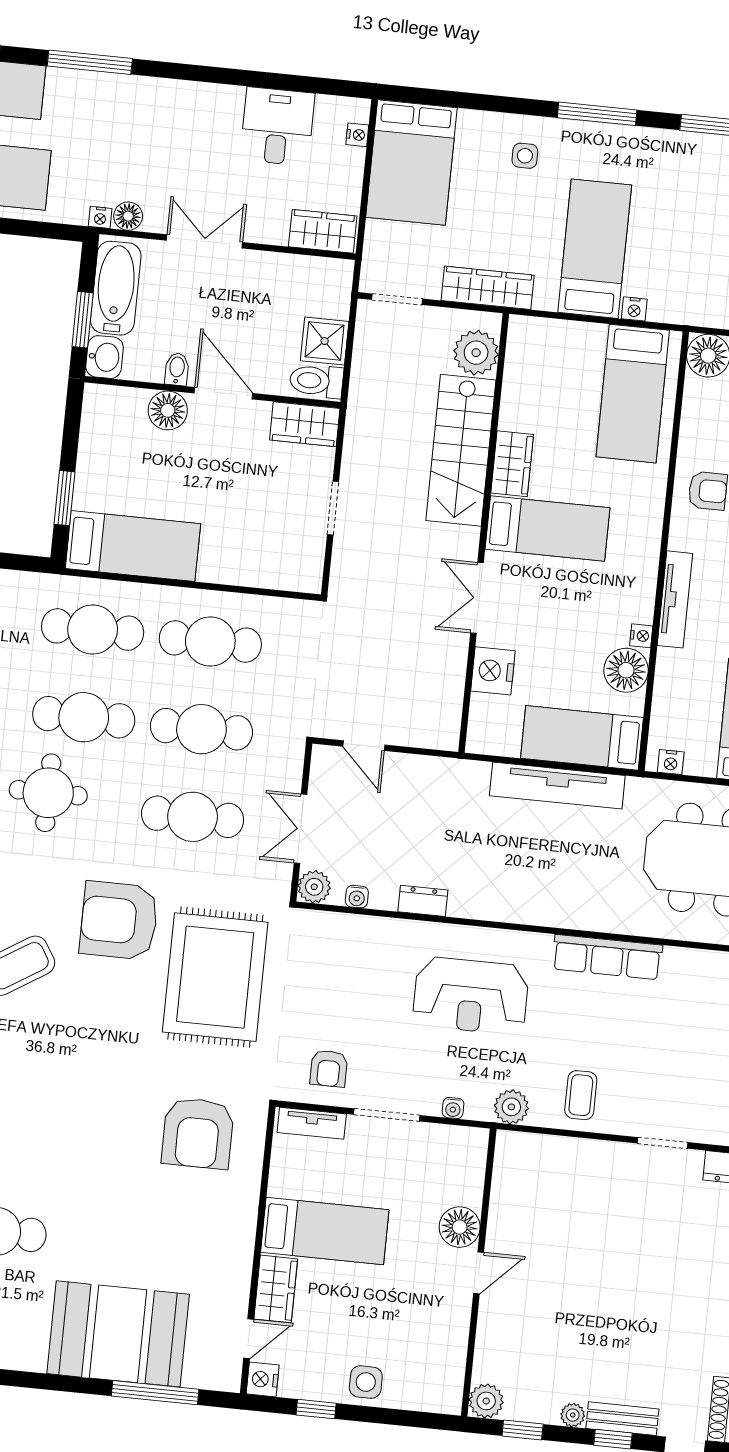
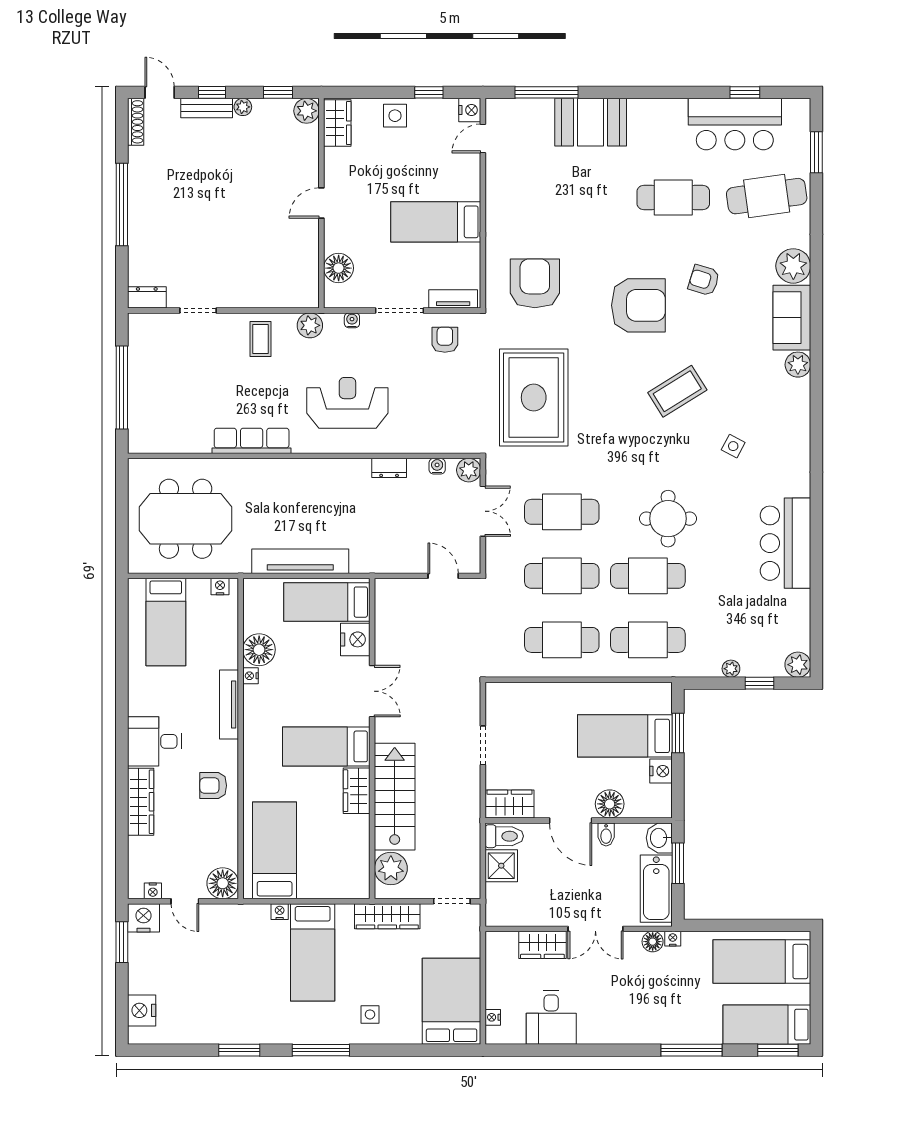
wardrobe: (323, 231) -> (542, 945), moved
nightstand: (93, 448) -> (661, 771), added
bed: (133, 546) -> (625, 736), moved
bed: (582, 738) -> (327, 602), moved, turned 180
armchair: (119, 921) -> (638, 305), moved
floor lamp: (460, 1227) -> (339, 268), moved
wardrobe: (276, 1289) -> (337, 123), moved, turned 180
booth: (118, 1334) -> (591, 122), width x0.73, depth x0.70

